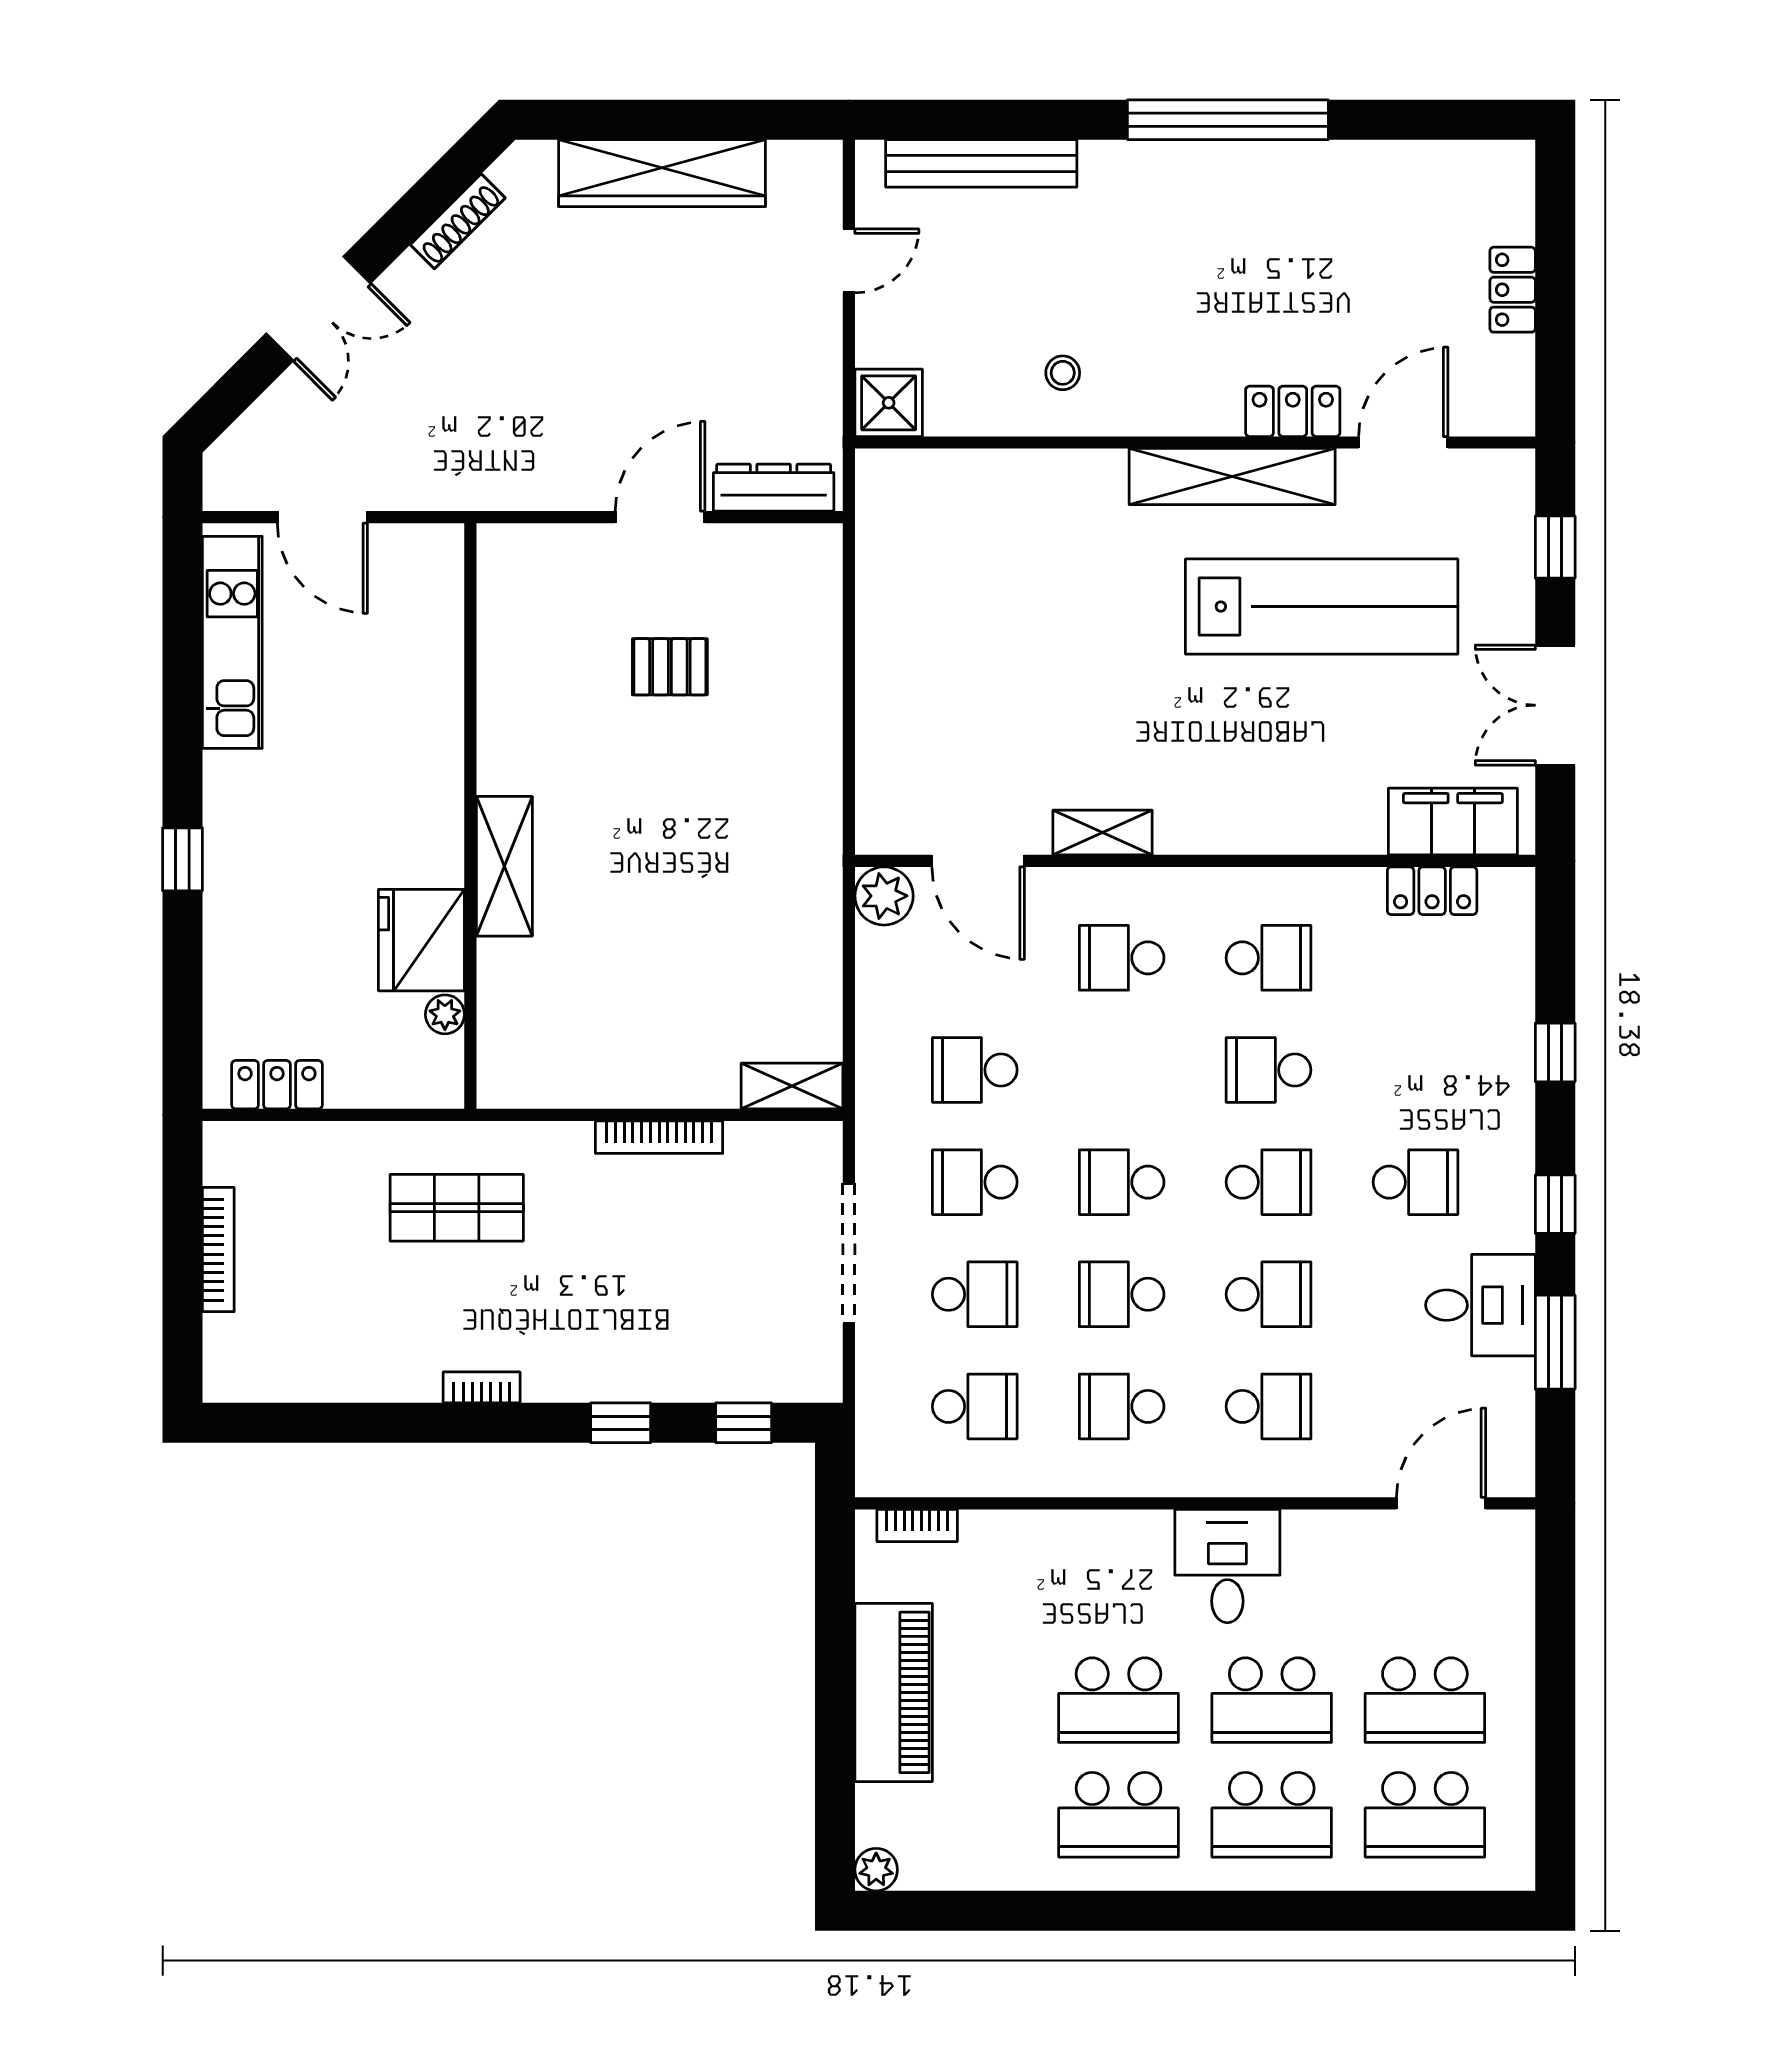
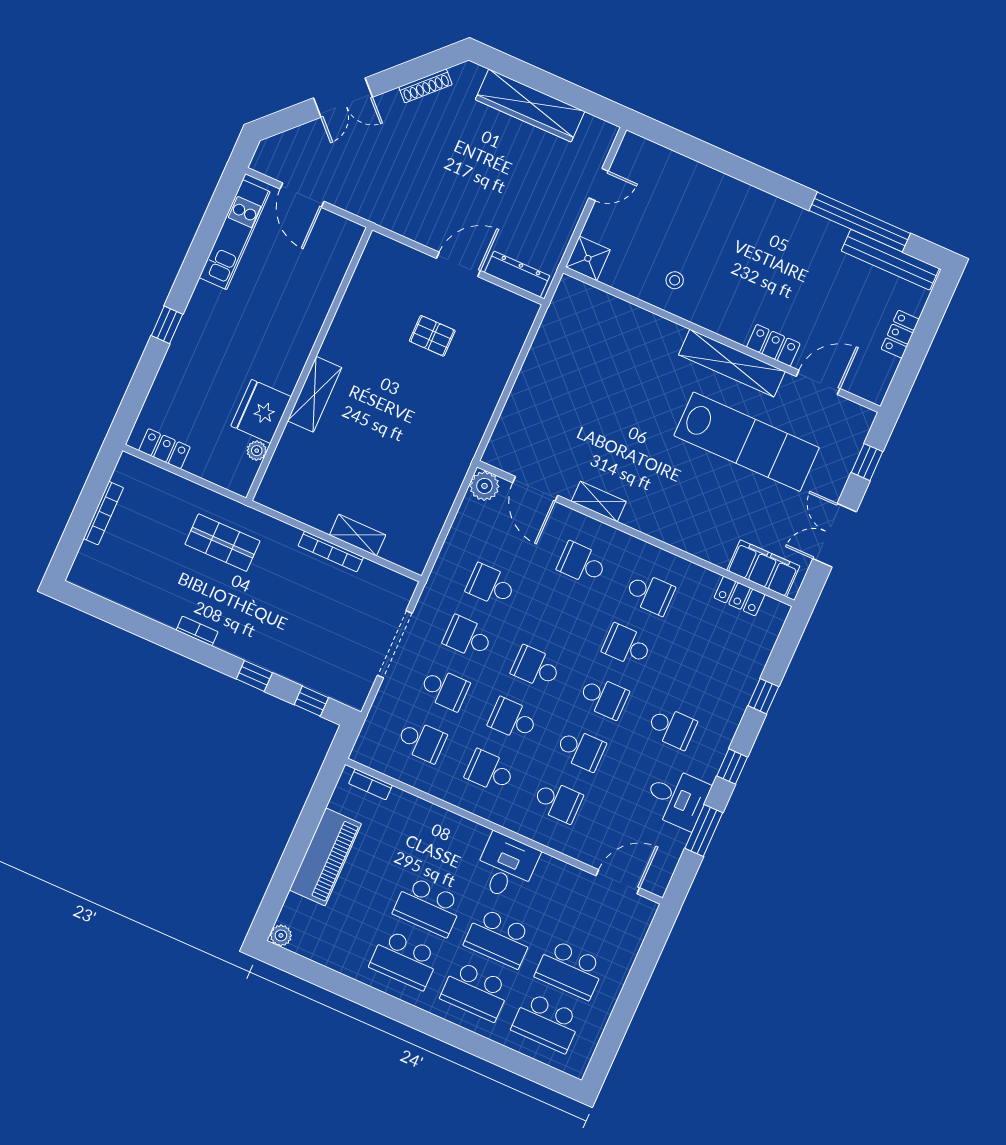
window: (1228, 120) -> (860, 222), moved
bench: (981, 163) -> (890, 260), moved
shelving: (792, 1086) -> (358, 535), moved

